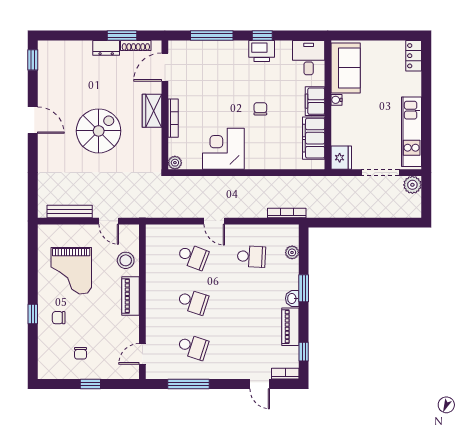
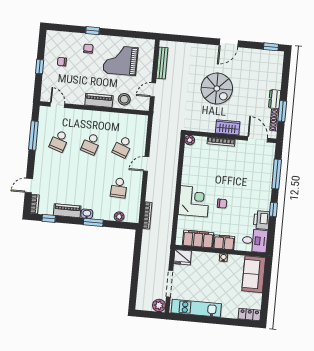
printer: (262, 51) -> (261, 220), moved
sofa: (346, 68) -> (254, 274), moved, turned 90
corner desk: (223, 149) -> (194, 201), moved

